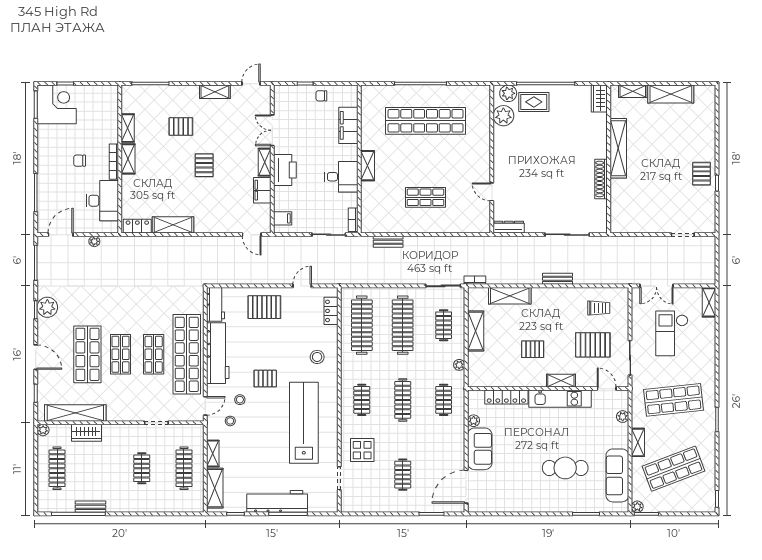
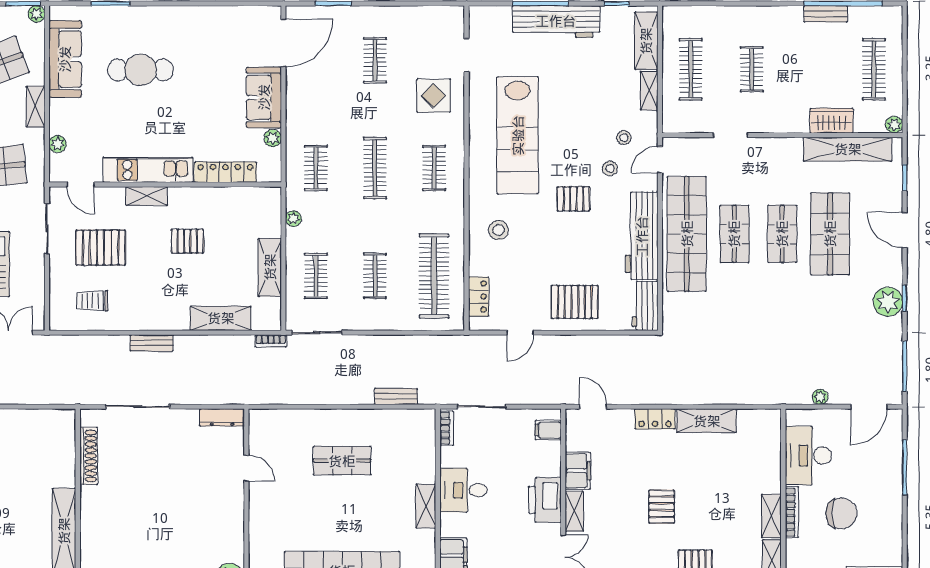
chair: (80, 161) -> (841, 513), width x1.87, depth x1.87
shoe rack: (601, 179) -> (89, 456), moved
locker: (137, 226) -> (655, 419), moved
clothes rail: (403, 325) -> (375, 276), width x0.54, depth x0.76

